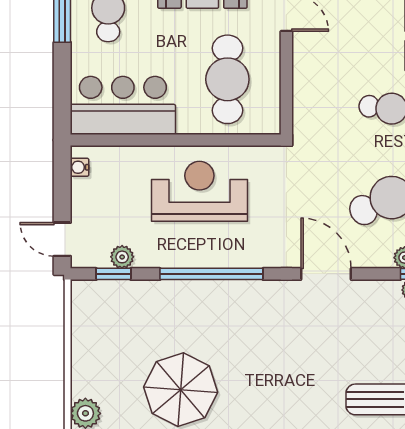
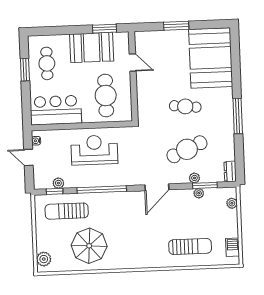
door: (62, 239) -> (28, 157), moved
door: (326, 274) -> (157, 187), swing flipped
sun lounger: (137, 316) -> (67, 211), added

